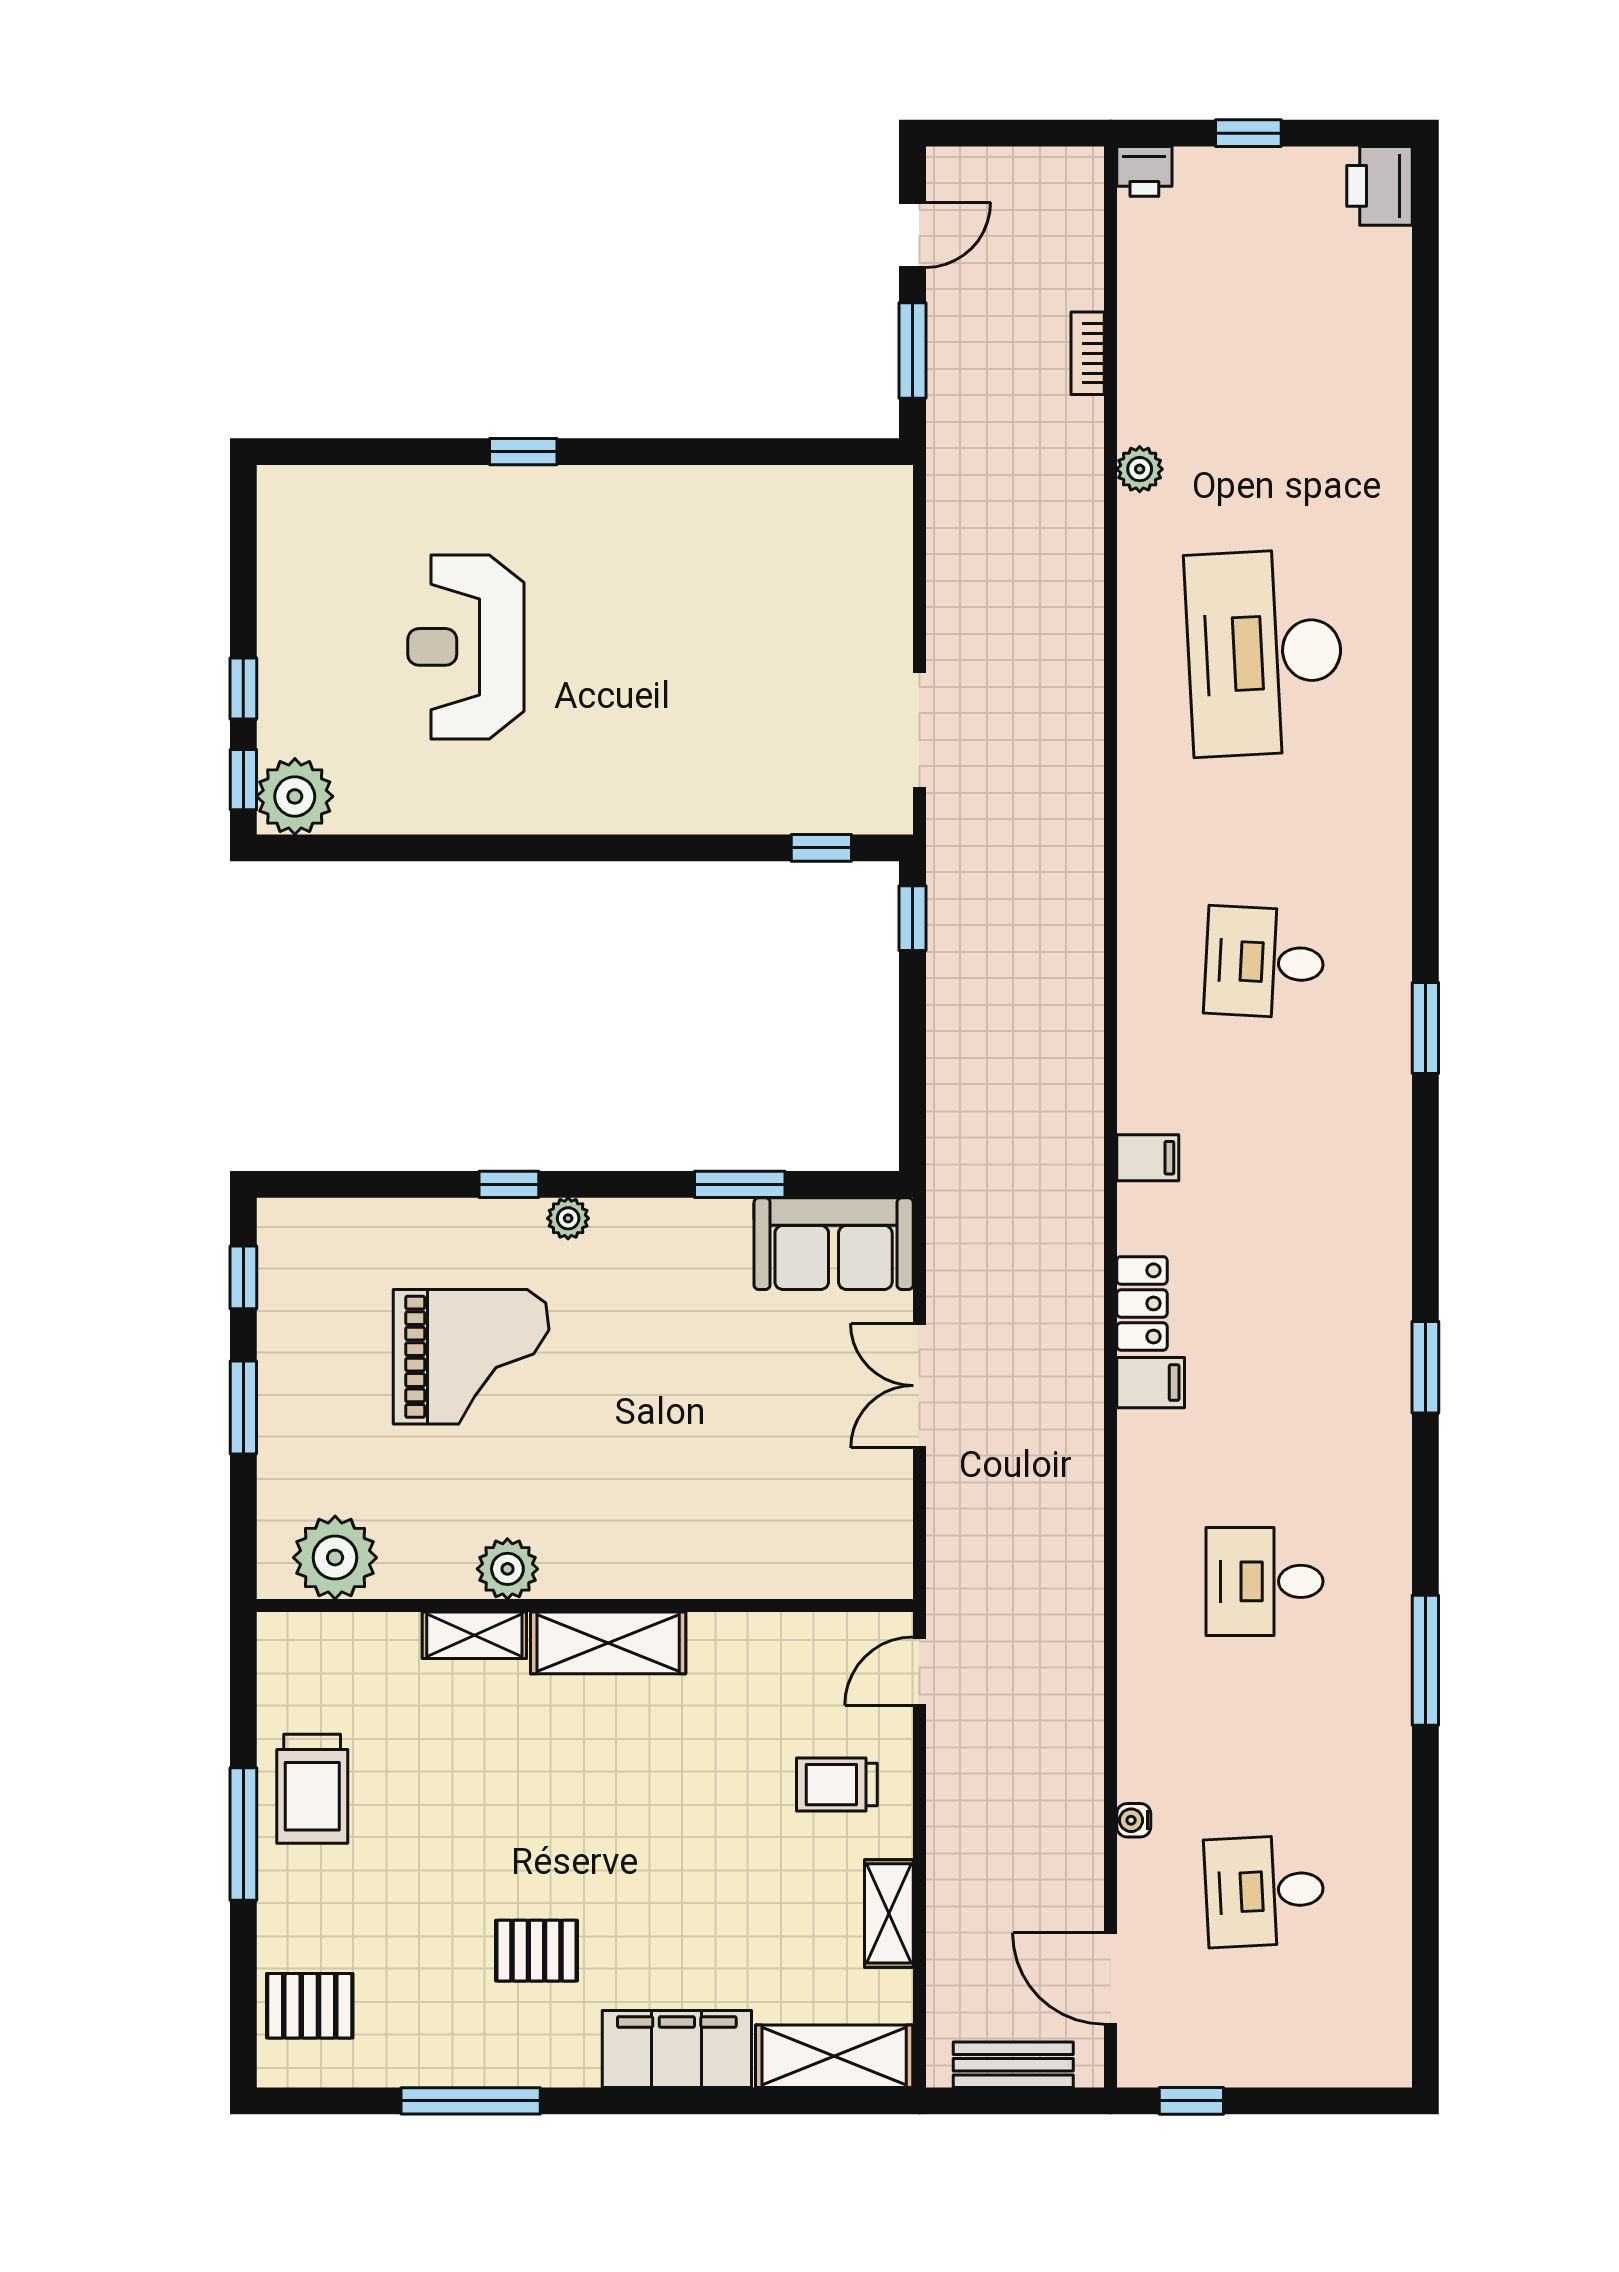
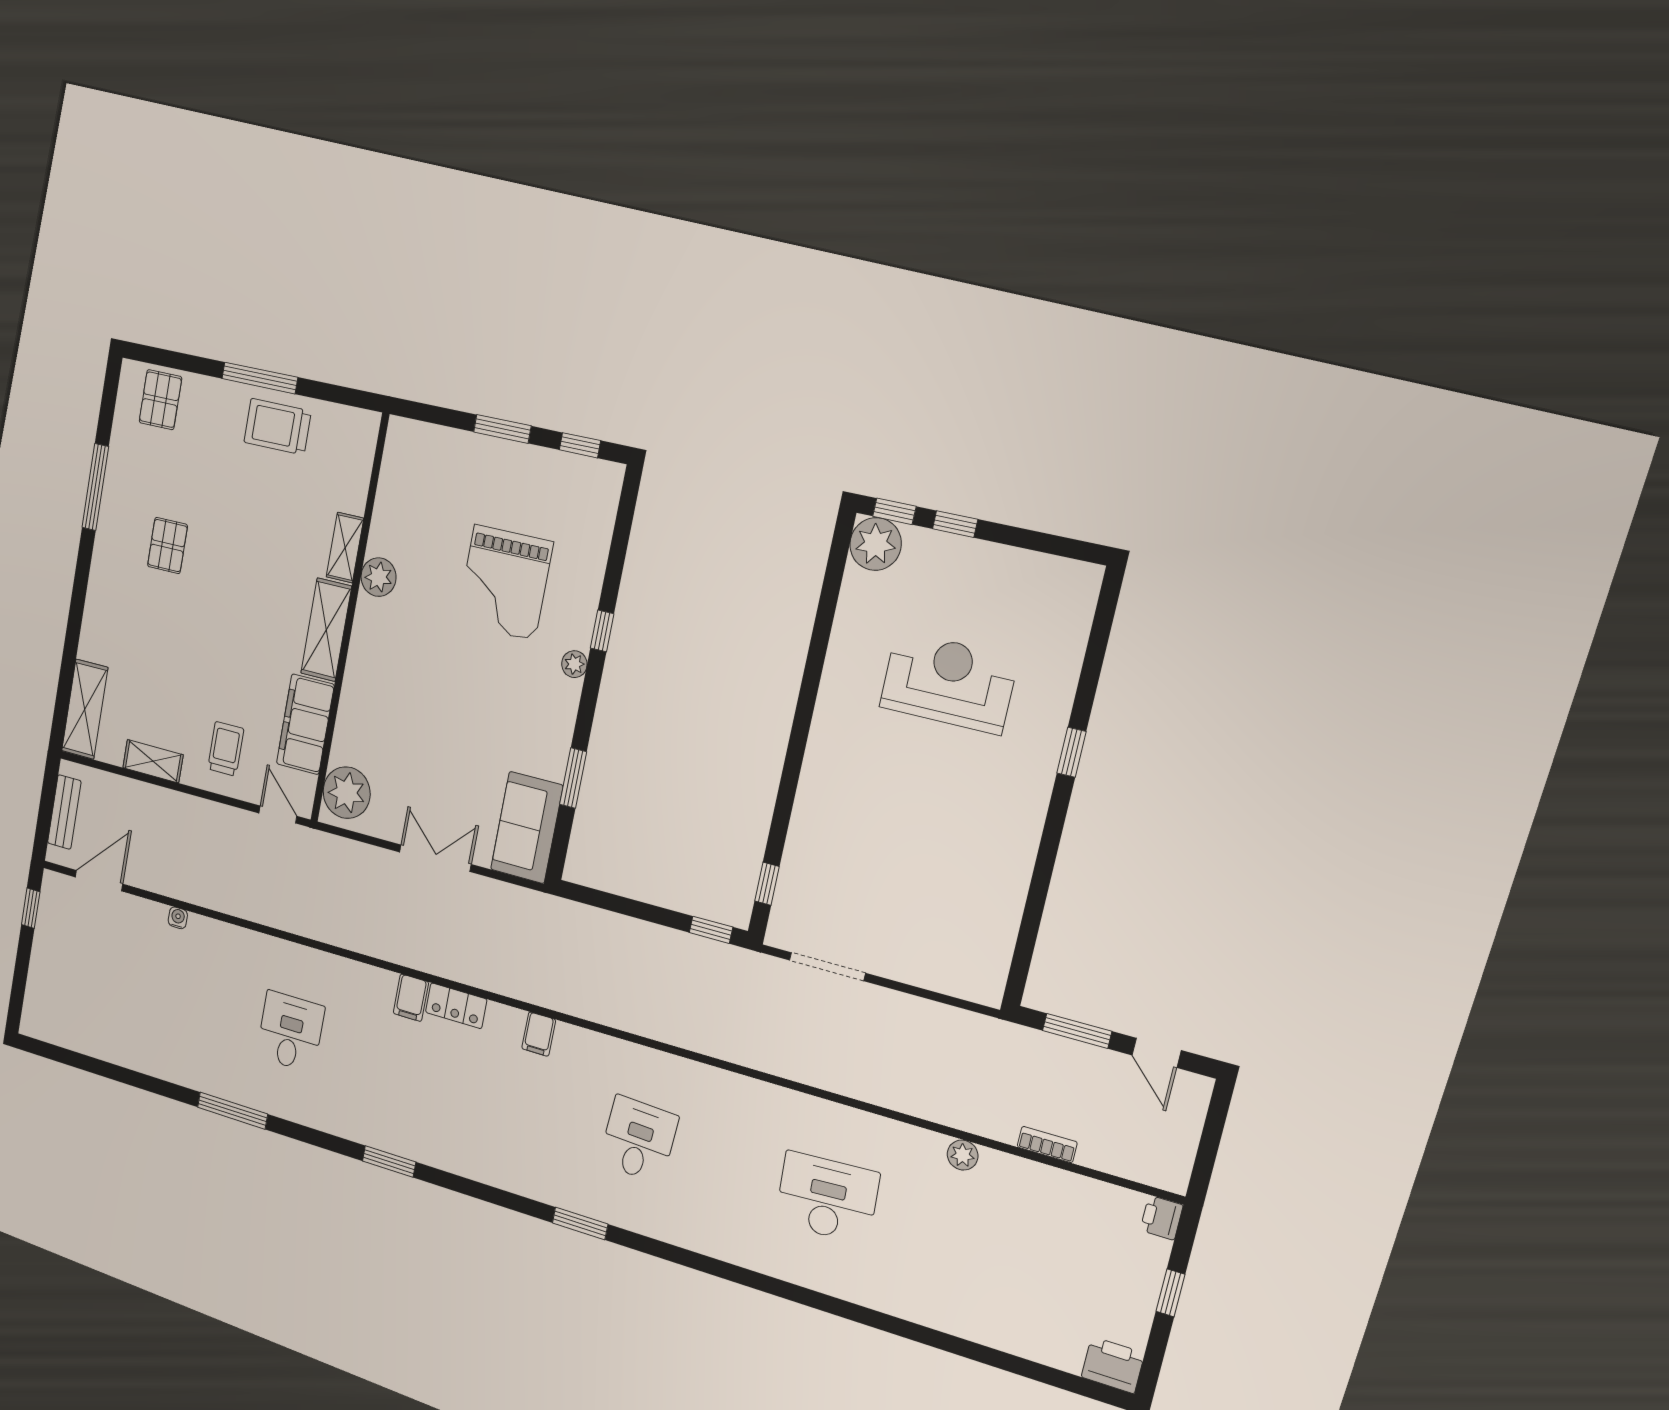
desk: (1265, 653) -> (827, 1198), width x0.73, depth x0.77
plant: (335, 1558) -> (347, 793), moved
desk: (1265, 1891) -> (129, 982), removed
filing cabinet: (677, 2049) -> (305, 724), moved, turned 180

